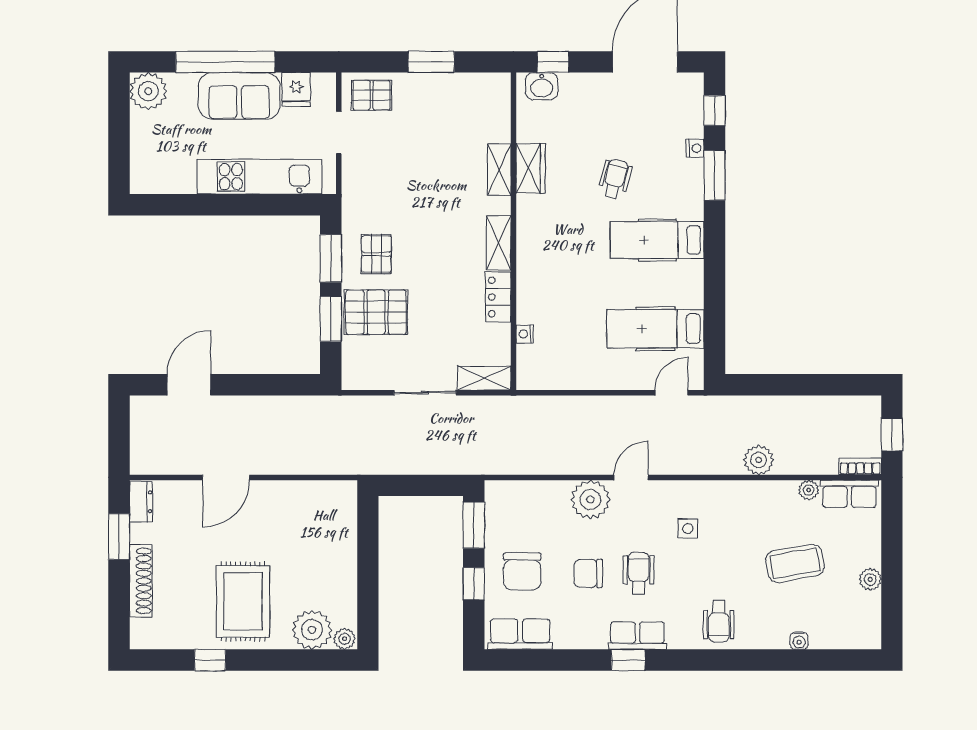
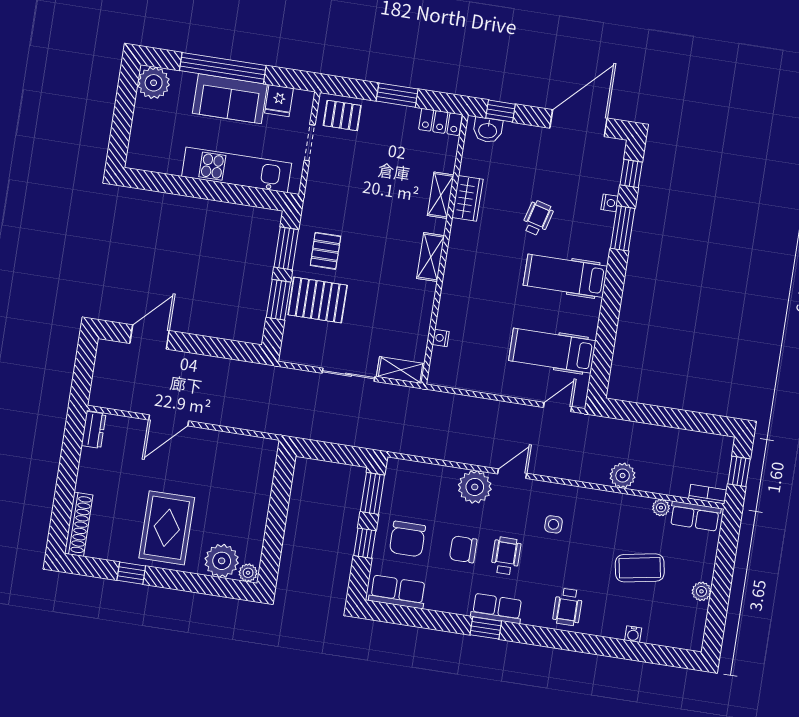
locker: (498, 297) -> (440, 122), moved, turned -90
window: (119, 537) -> (70, 456), removed
shoe rack: (141, 581) -> (79, 524), moved

